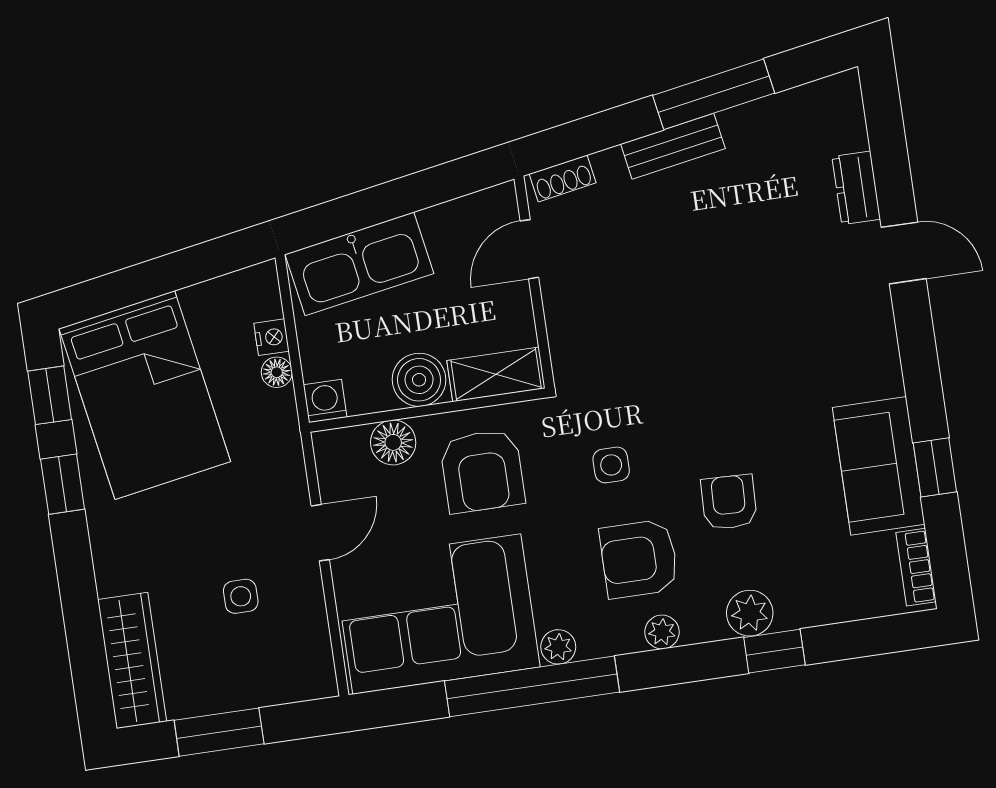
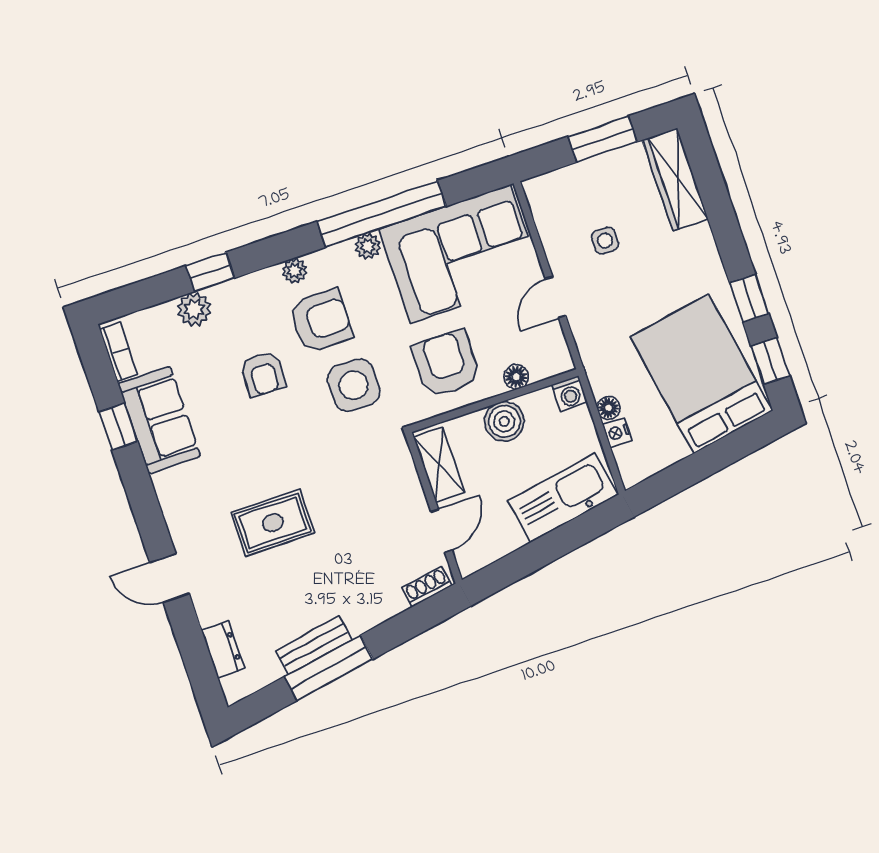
bench: (673, 146) -> (314, 645), moved
dresser: (856, 188) -> (223, 649), moved
rug: (753, 301) -> (273, 523), added
shelving: (496, 374) -> (439, 465), moved, turned 90
floor lamp: (393, 442) -> (516, 377), width x0.73, depth x0.73
side table: (611, 465) -> (354, 385), width x1.87, depth x1.87
plant: (750, 613) -> (194, 309), moved

